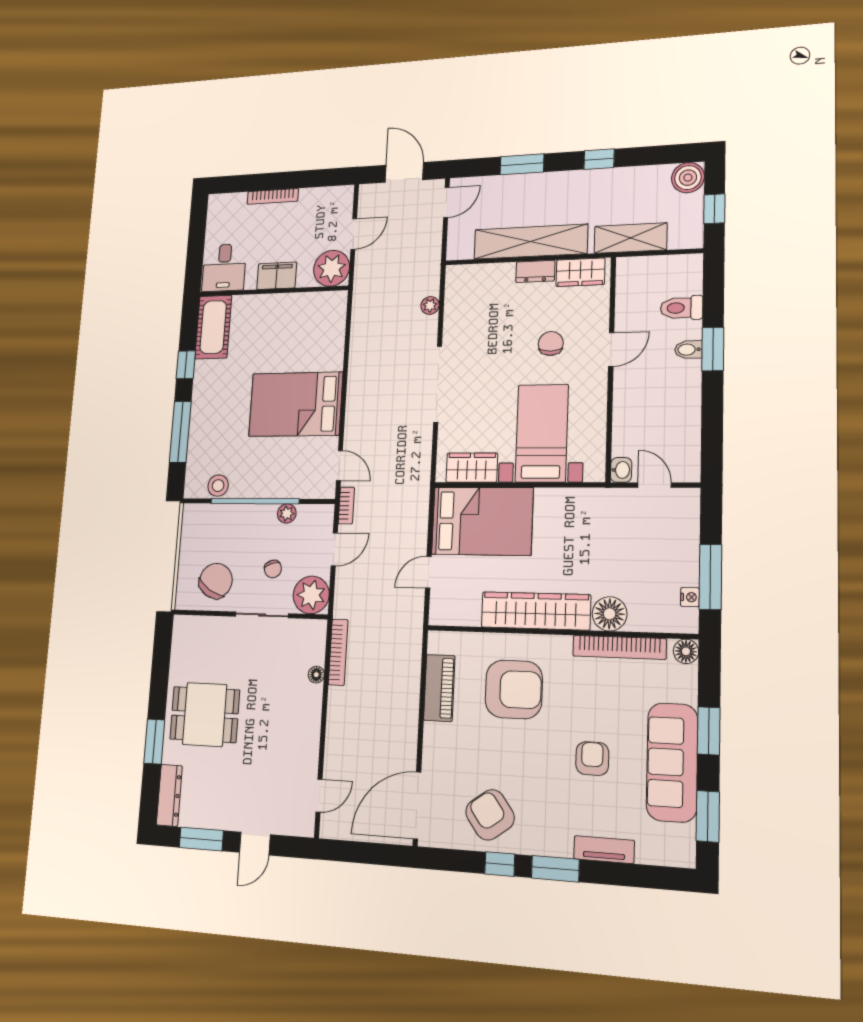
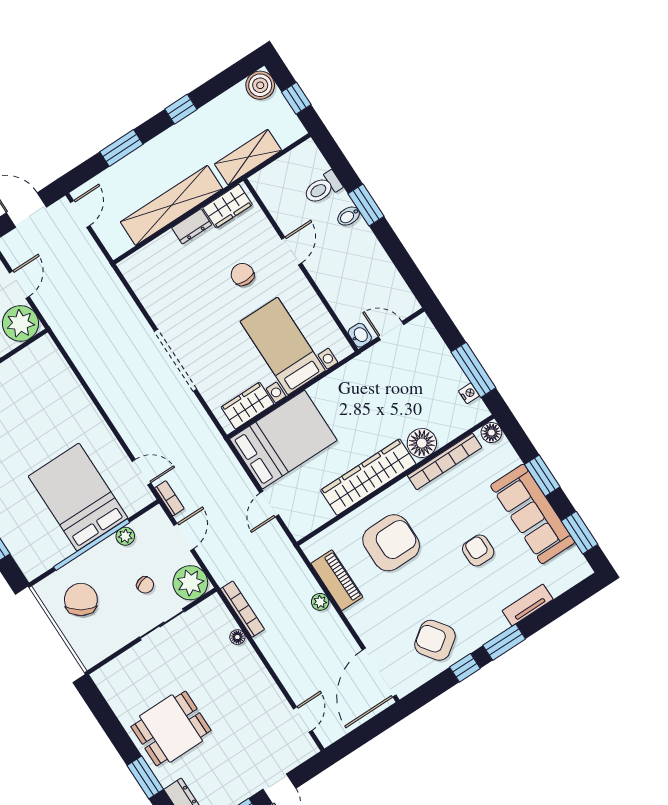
plant: (430, 305) -> (320, 602), moved
bed: (296, 404) -> (78, 497), moved, turned 90
stool: (218, 486) -> (51, 553), removed
chair: (216, 581) -> (81, 600), moved

